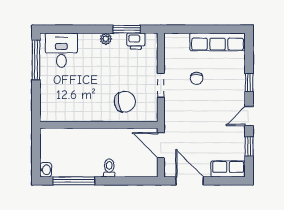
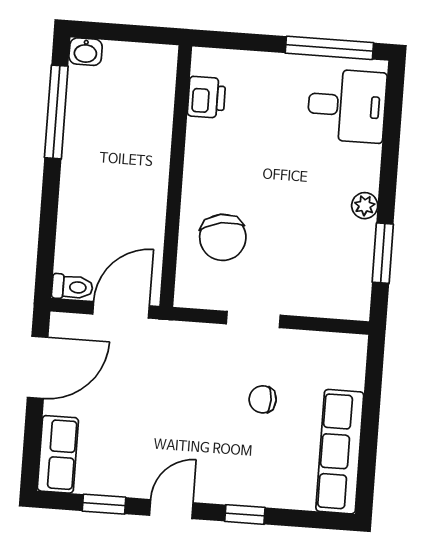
printer: (136, 41) -> (207, 97), moved, turned 180
door: (249, 116) -> (171, 509), hinge flipped
toilet: (109, 168) -> (72, 287), moved

